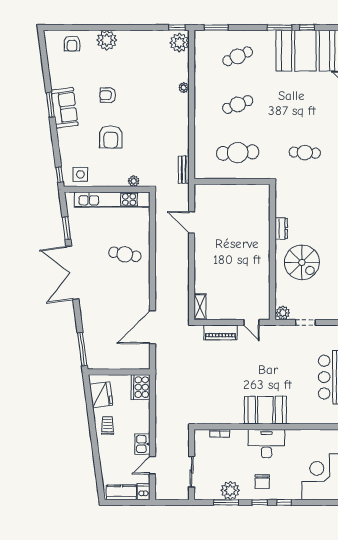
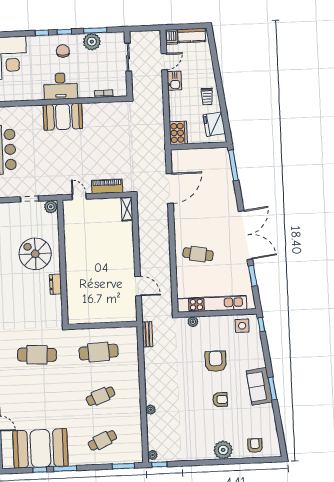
plant: (179, 43) -> (152, 455), width x0.53, depth x0.53
cafe table: (305, 153) -> (37, 355), width x1.37, depth x1.35

